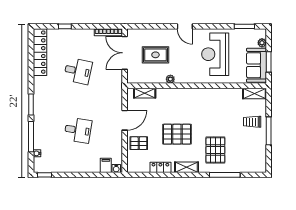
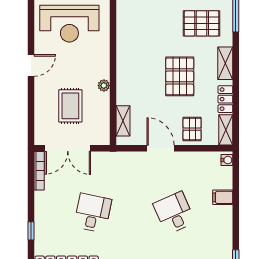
desk: (78, 130) -> (174, 213), turned -33
filing cabinet: (106, 165) -> (223, 197), moved
shelving: (138, 168) -> (226, 130), added

